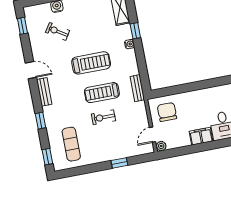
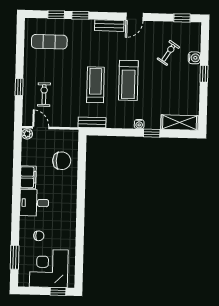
chair: (167, 112) -> (62, 161), moved
exercise bike: (103, 117) -> (44, 95), moved
window: (47, 157) -> (56, 15), moved

